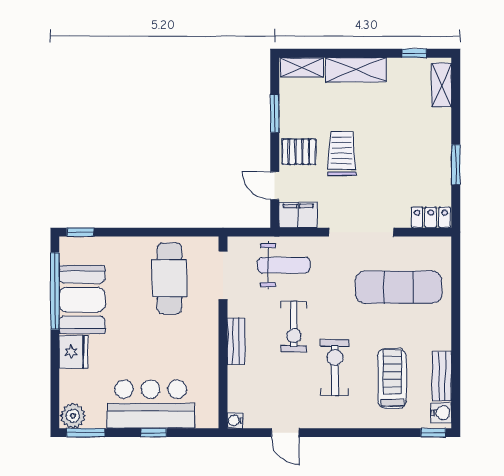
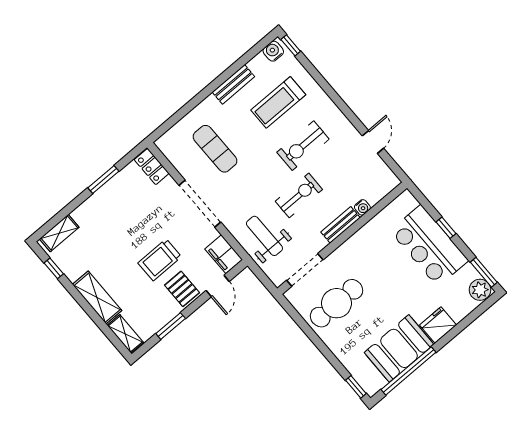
exercise mat: (399, 287) -> (215, 149), width x0.73, depth x0.69
bench: (442, 376) -> (233, 84), moved
water cooler: (235, 420) -> (362, 207), moved

